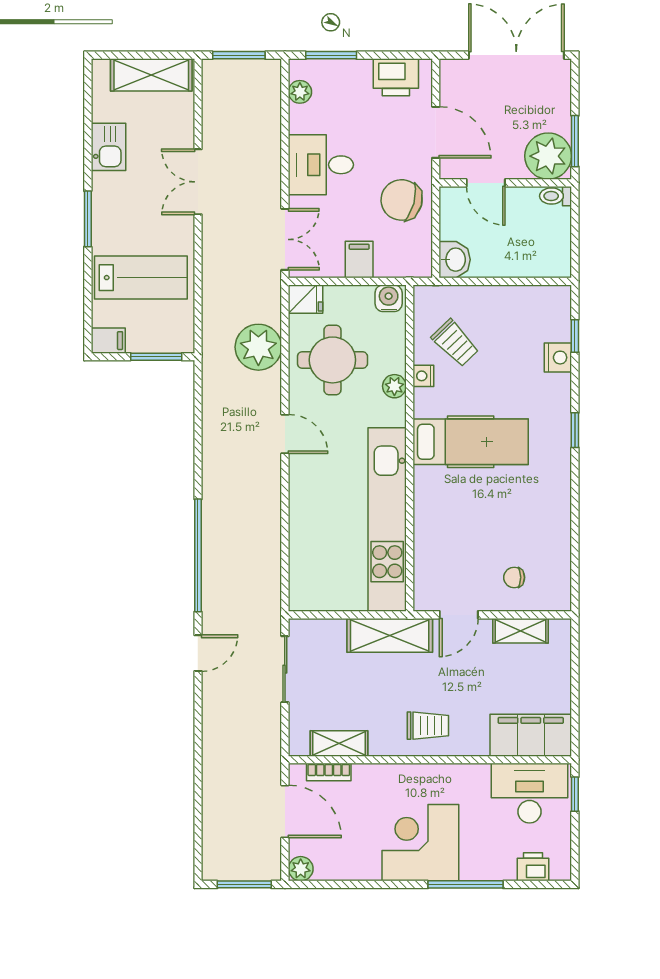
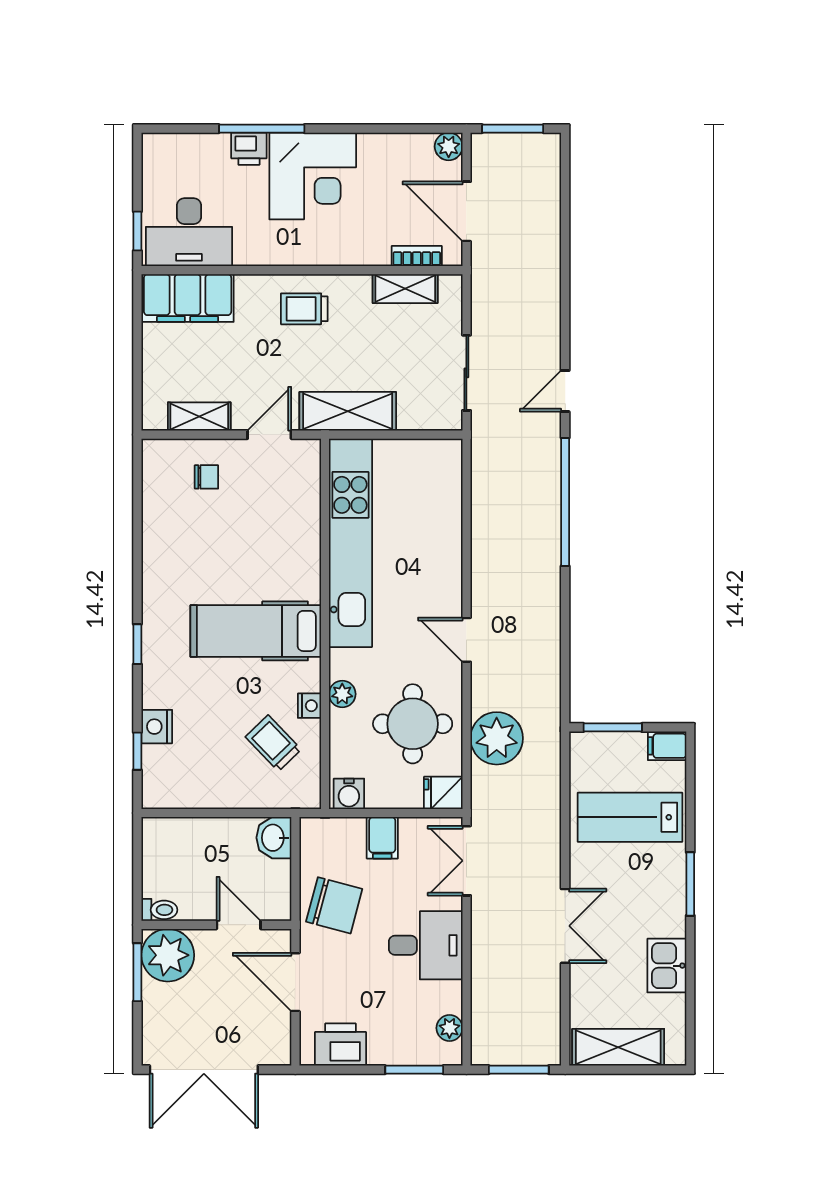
printer: (533, 867) -> (249, 149), moved

